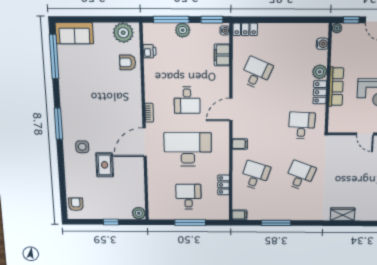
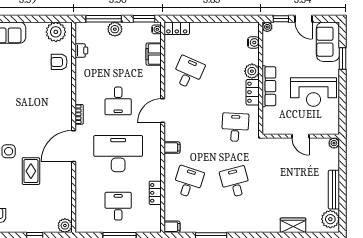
desk: (300, 176) -> (235, 182), turned -36
wardrobe: (343, 214) -> (293, 225), moved

